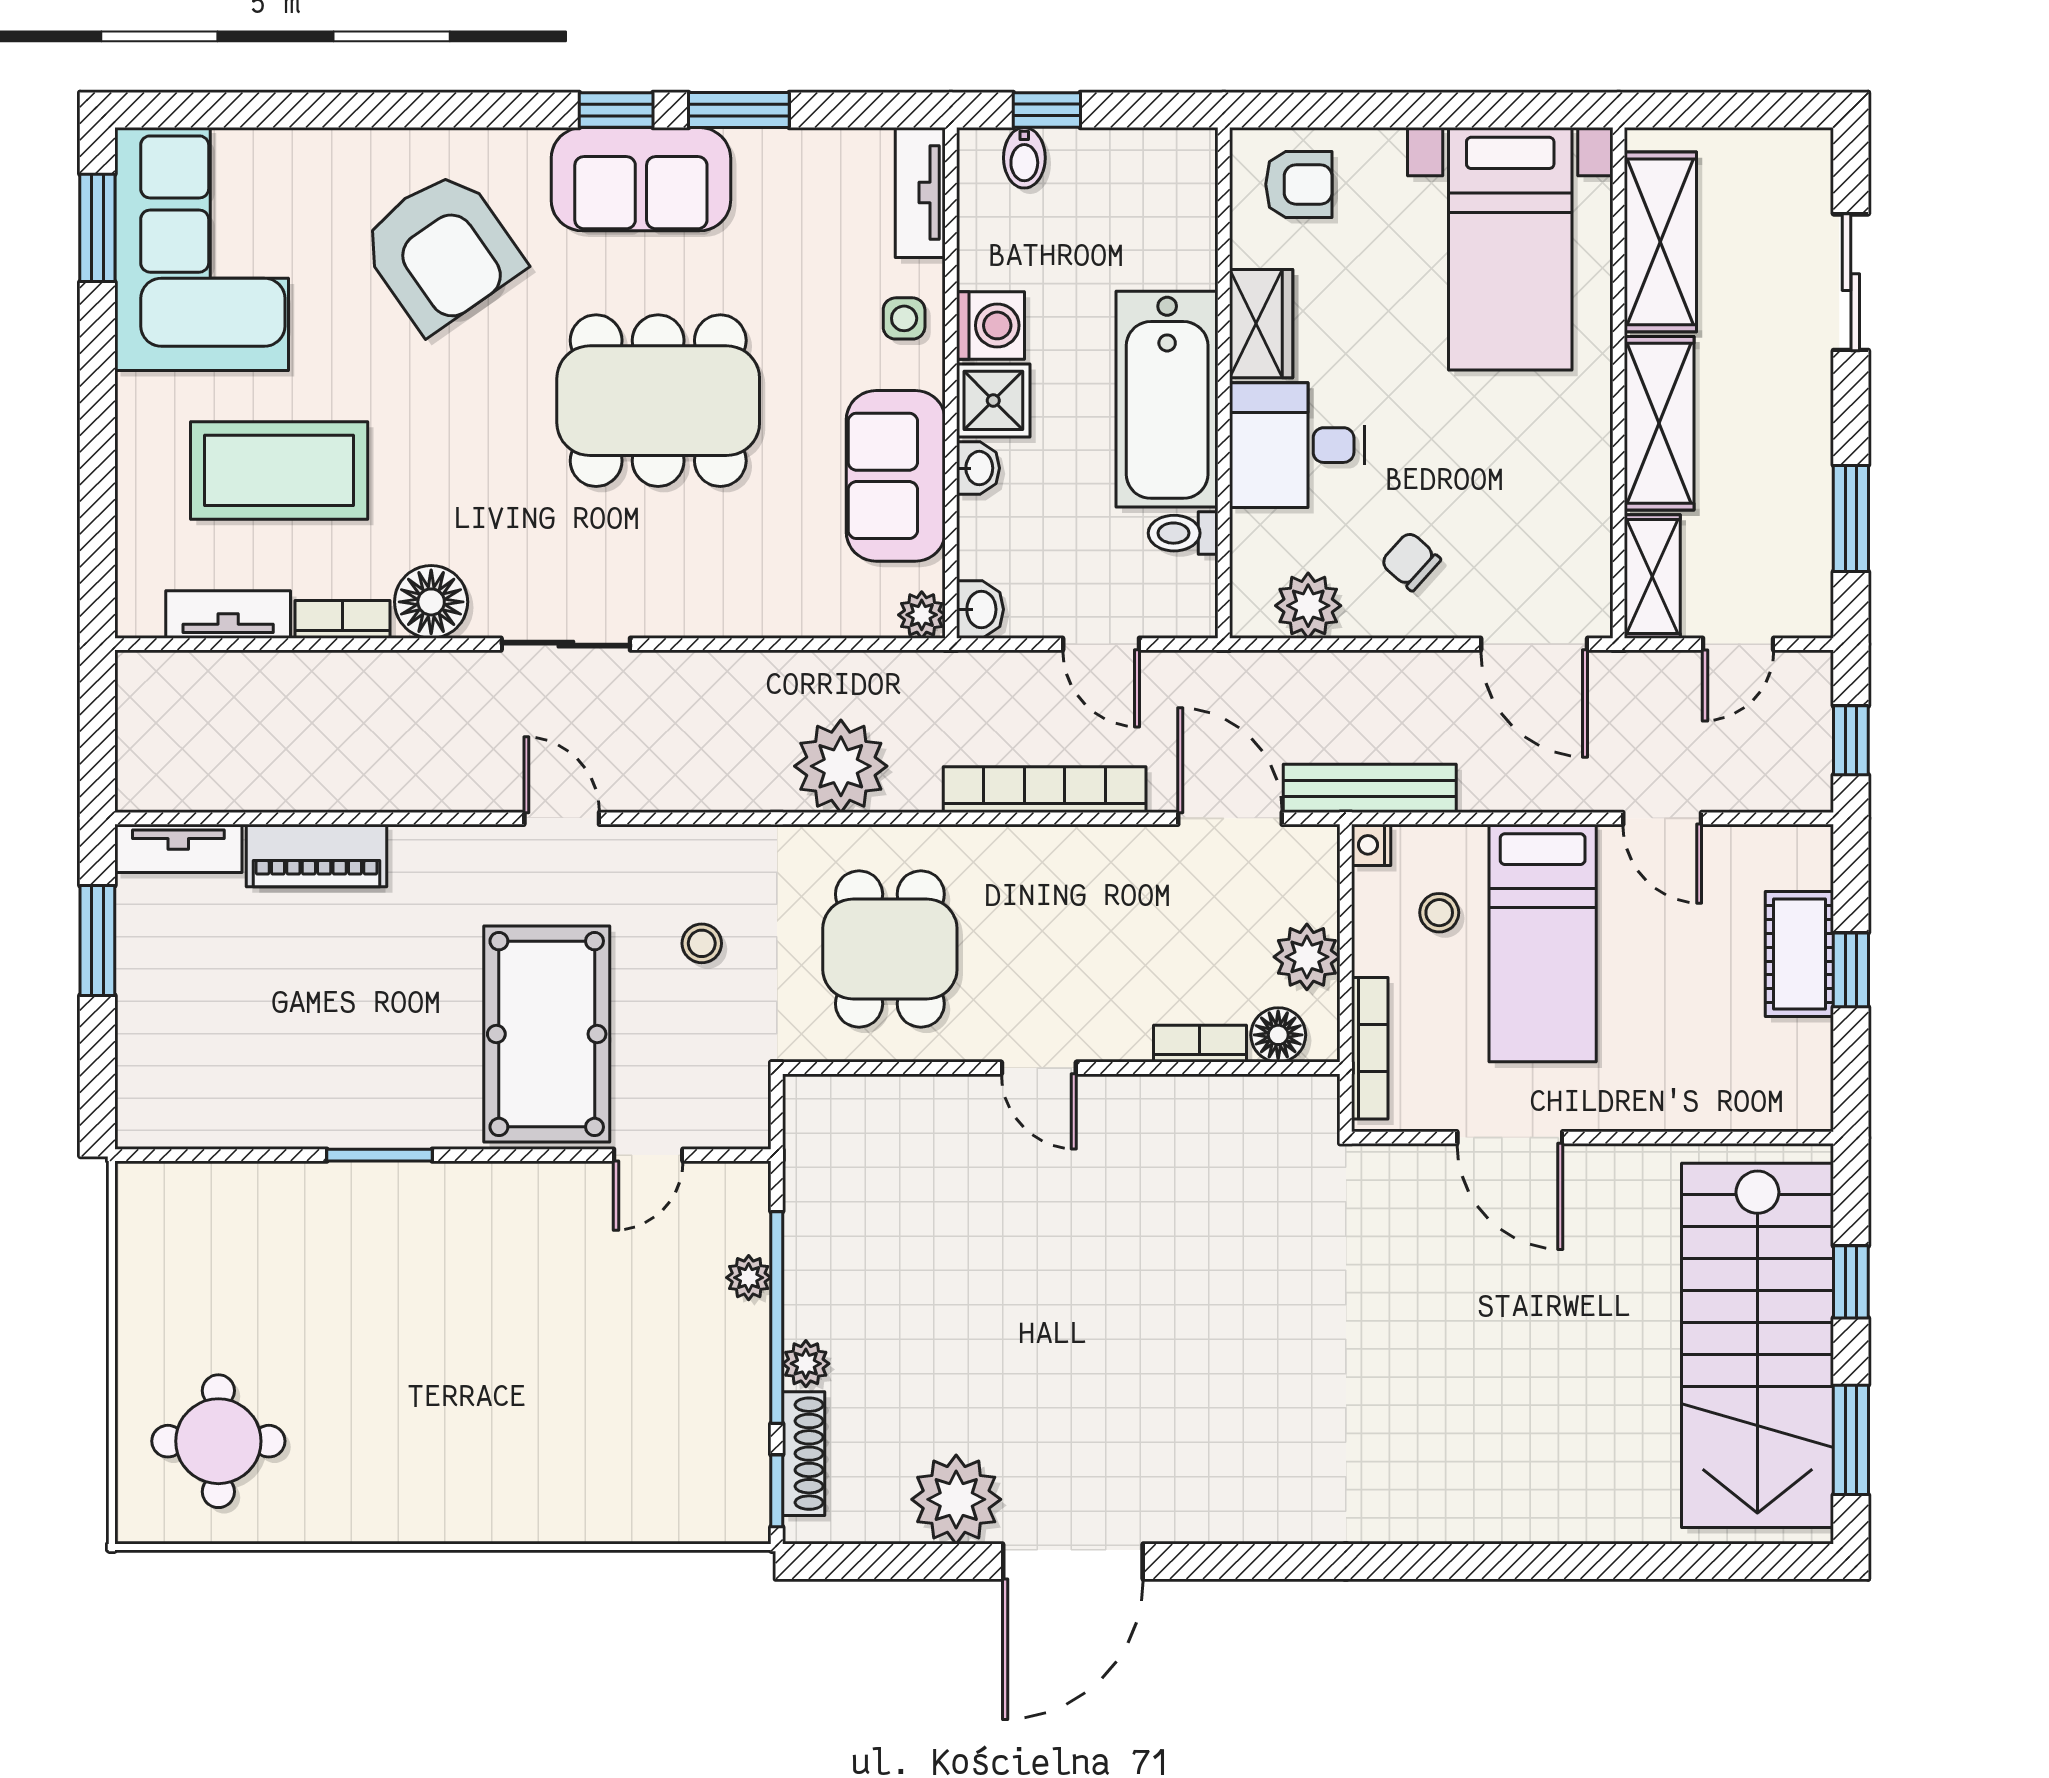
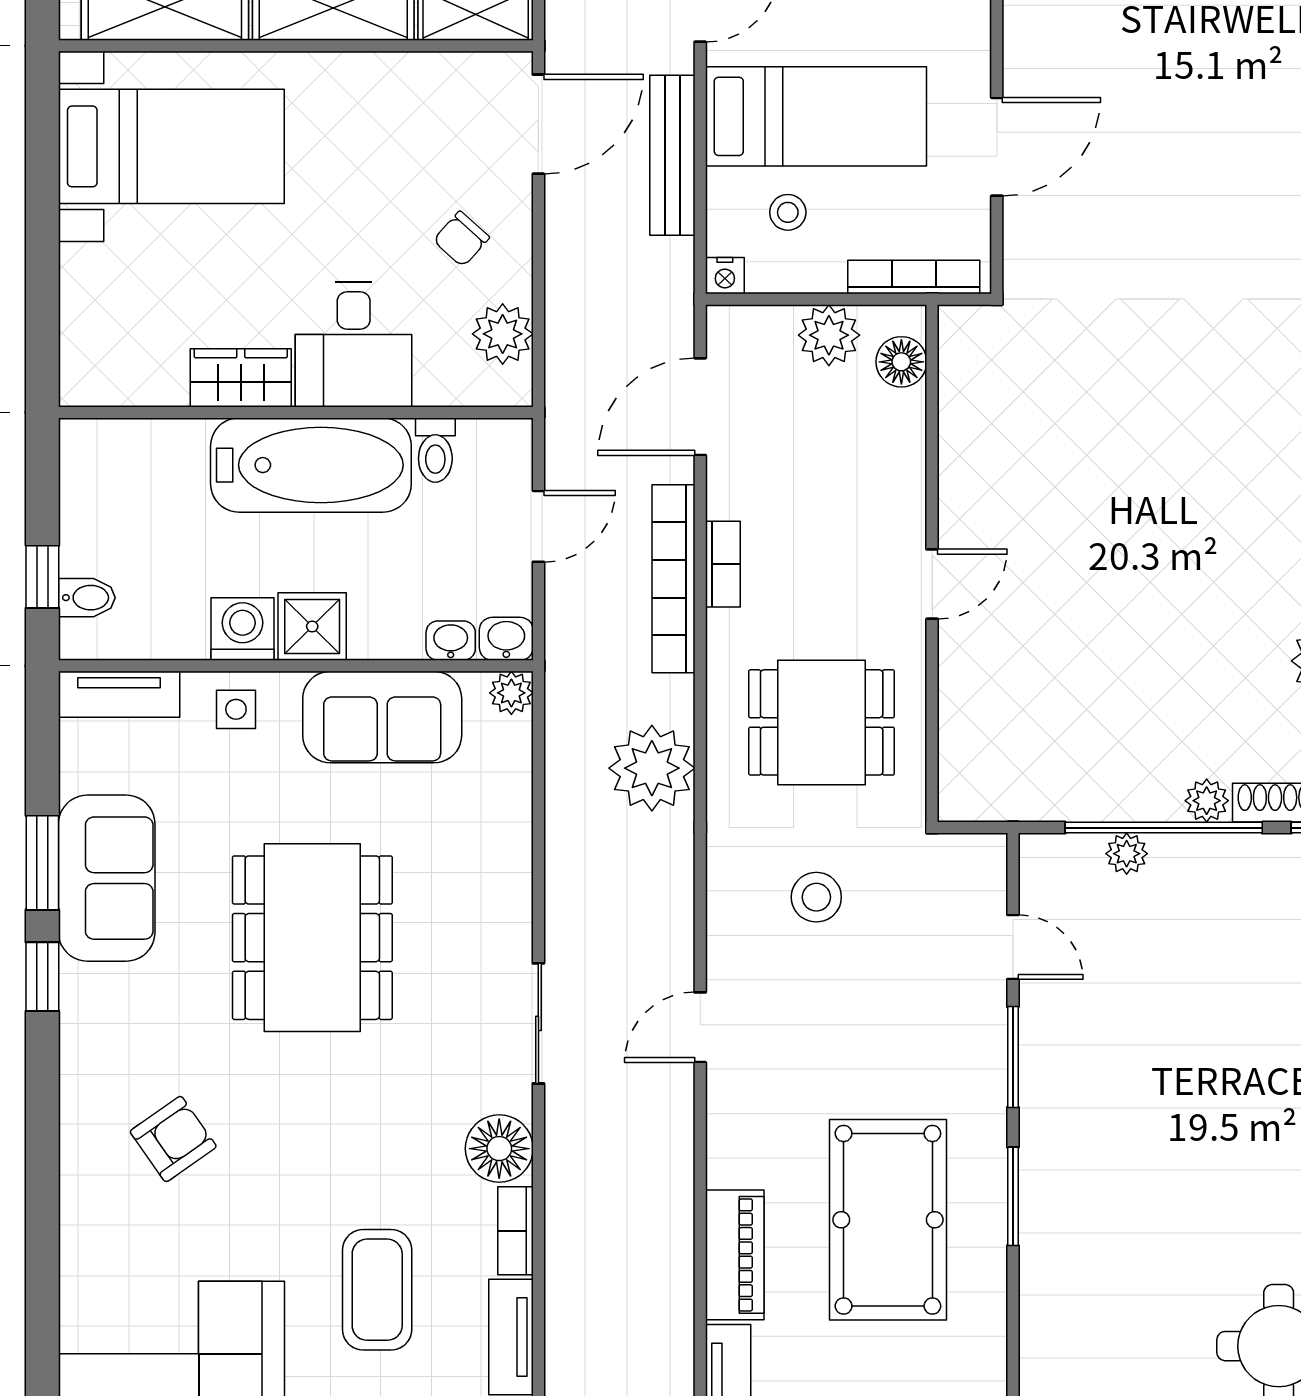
sofa: (641, 179) -> (107, 878), moved
armchair: (1299, 184) -> (112, 343), removed
armchair: (441, 251) -> (173, 1139), width x0.53, depth x0.53
washbasin: (978, 468) -> (451, 641), moved
coffee table: (279, 470) -> (377, 1290), width x0.73, depth x0.76
bench: (1370, 788) -> (672, 155), moved
stool: (702, 943) -> (816, 897), width x1.37, depth x1.37
pool table: (547, 1034) -> (888, 1220), moved, turned 90
bookcase: (1200, 1044) -> (723, 564), moved, turned 180
window: (530, 1155) -> (1013, 1057), added

